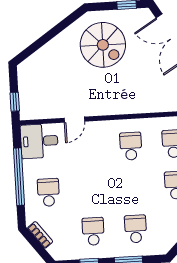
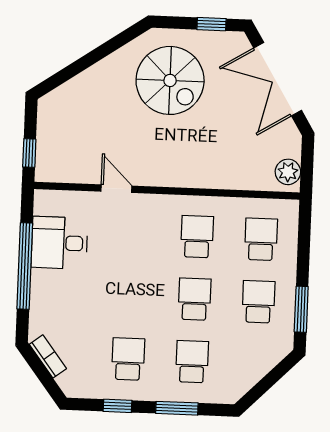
door: (74, 120) -> (116, 189), swing flipped
desk: (39, 141) -> (59, 243), moved
school desk: (48, 192) -> (195, 299), moved

